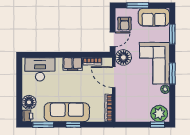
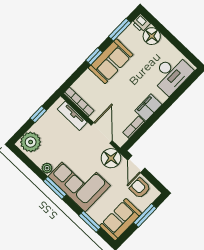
door: (114, 77) -> (102, 133), hinge flipped
tv unit: (120, 104) -> (72, 116), added
sofa: (67, 112) -> (111, 61), width x0.73
window: (157, 125) -> (38, 114), moved

